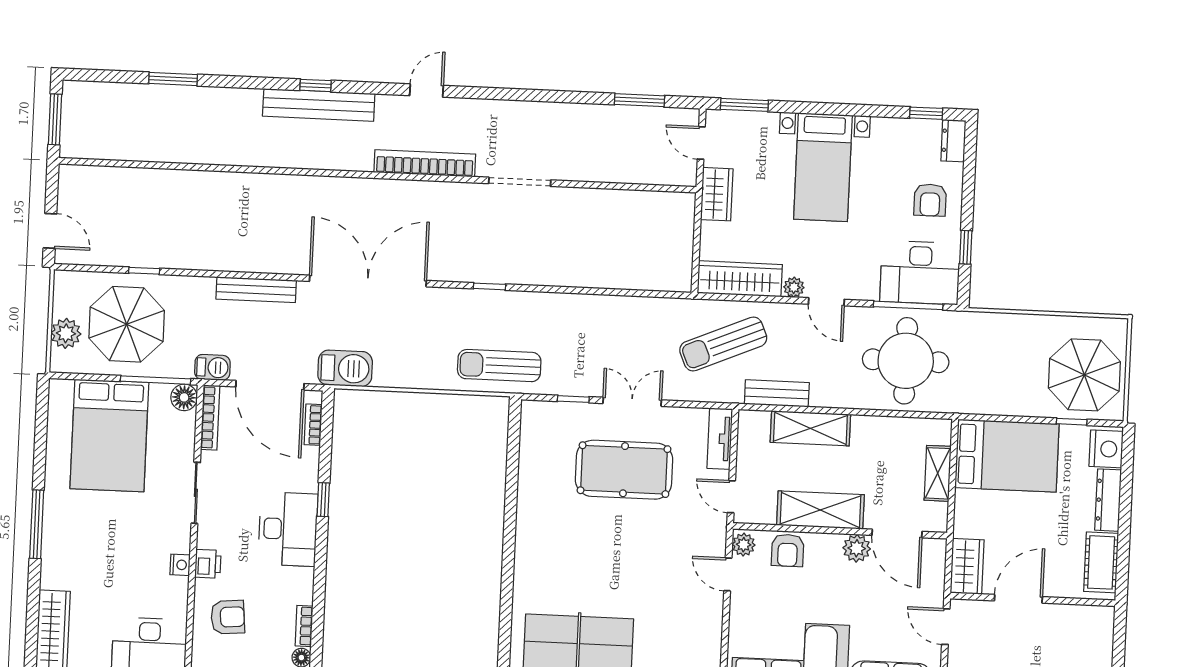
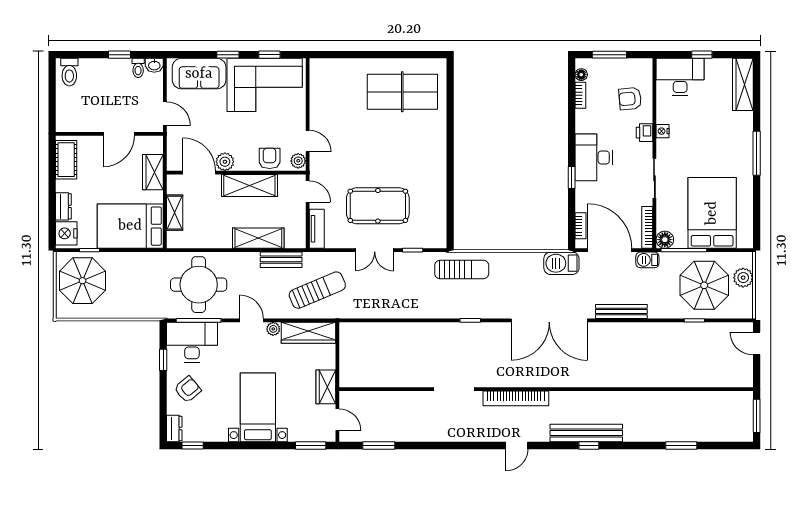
armchair: (930, 200) -> (188, 389), turned 50
dresser: (1108, 500) -> (63, 206), width x0.70
wardrobe: (967, 566) -> (153, 172), moved

